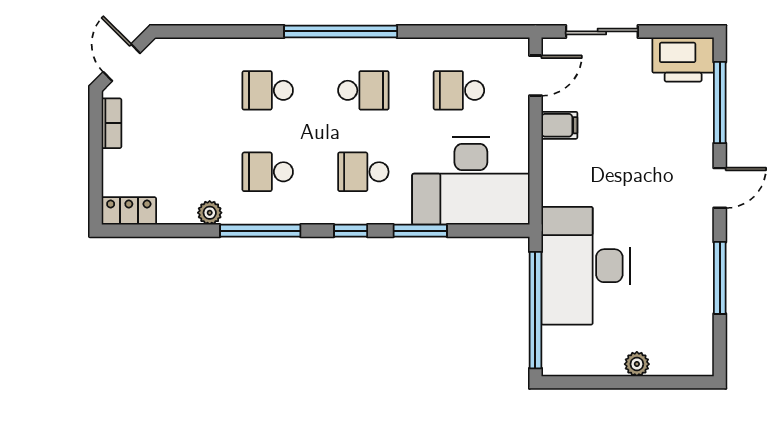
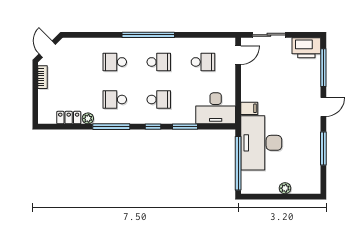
school desk: (459, 90) -> (203, 62), turned 180
filing cabinet: (559, 125) -> (249, 108), moved
school desk: (363, 172) -> (159, 100), turned 180
desk: (471, 181) -> (216, 108), width x0.73, depth x0.77
locker: (129, 211) -> (69, 118), moved

